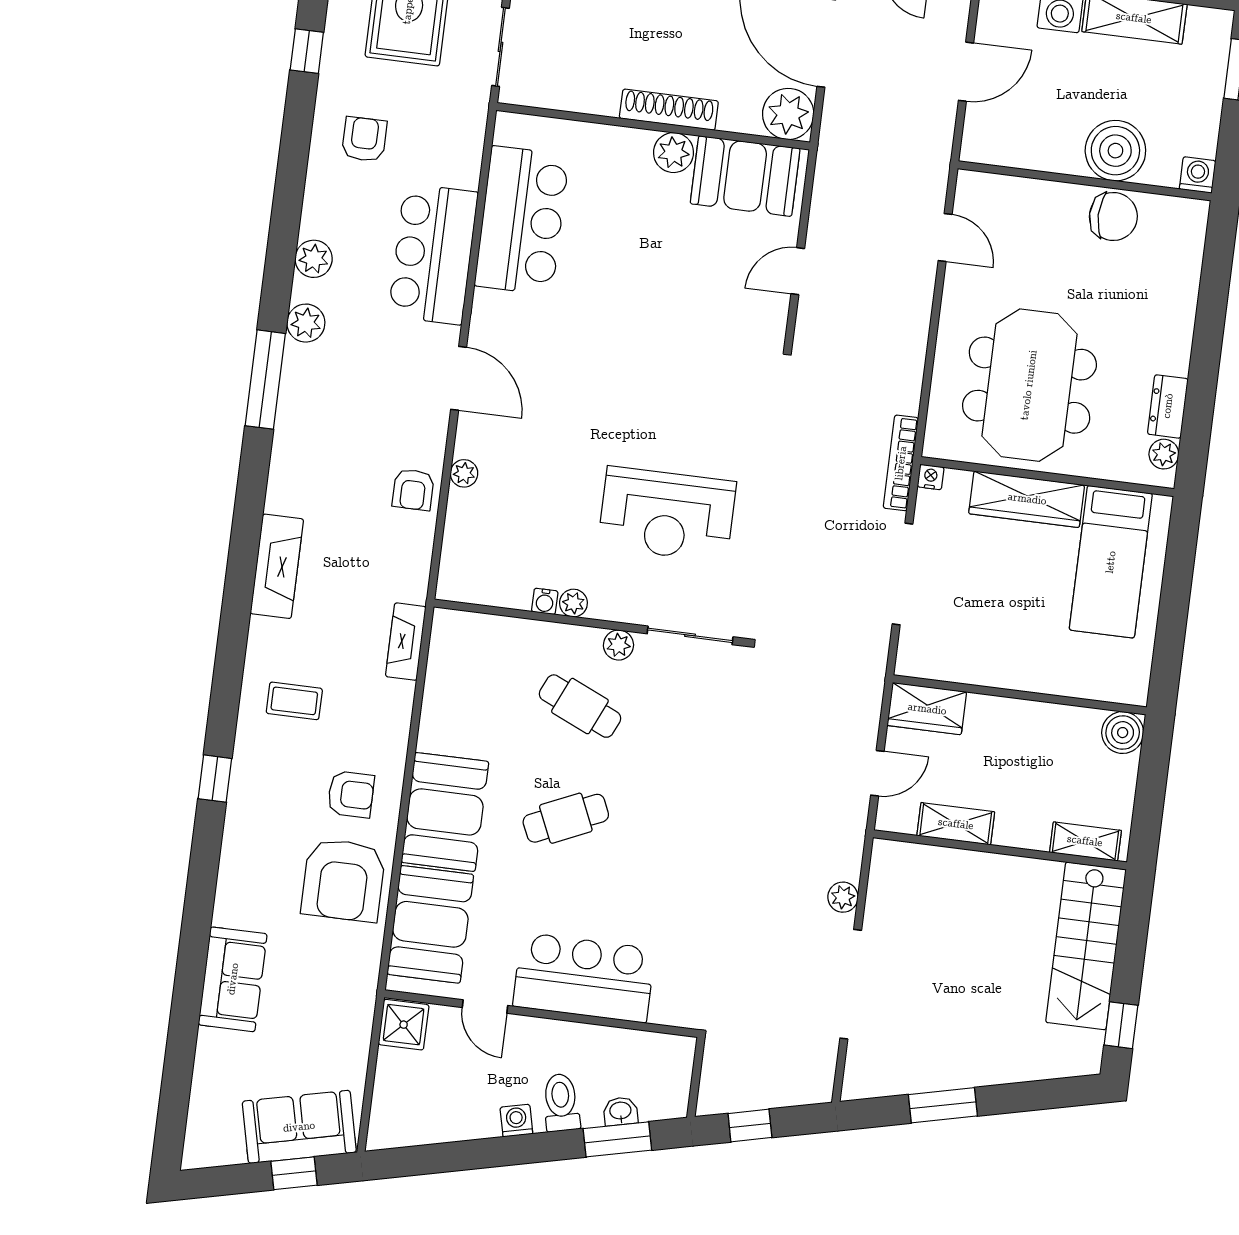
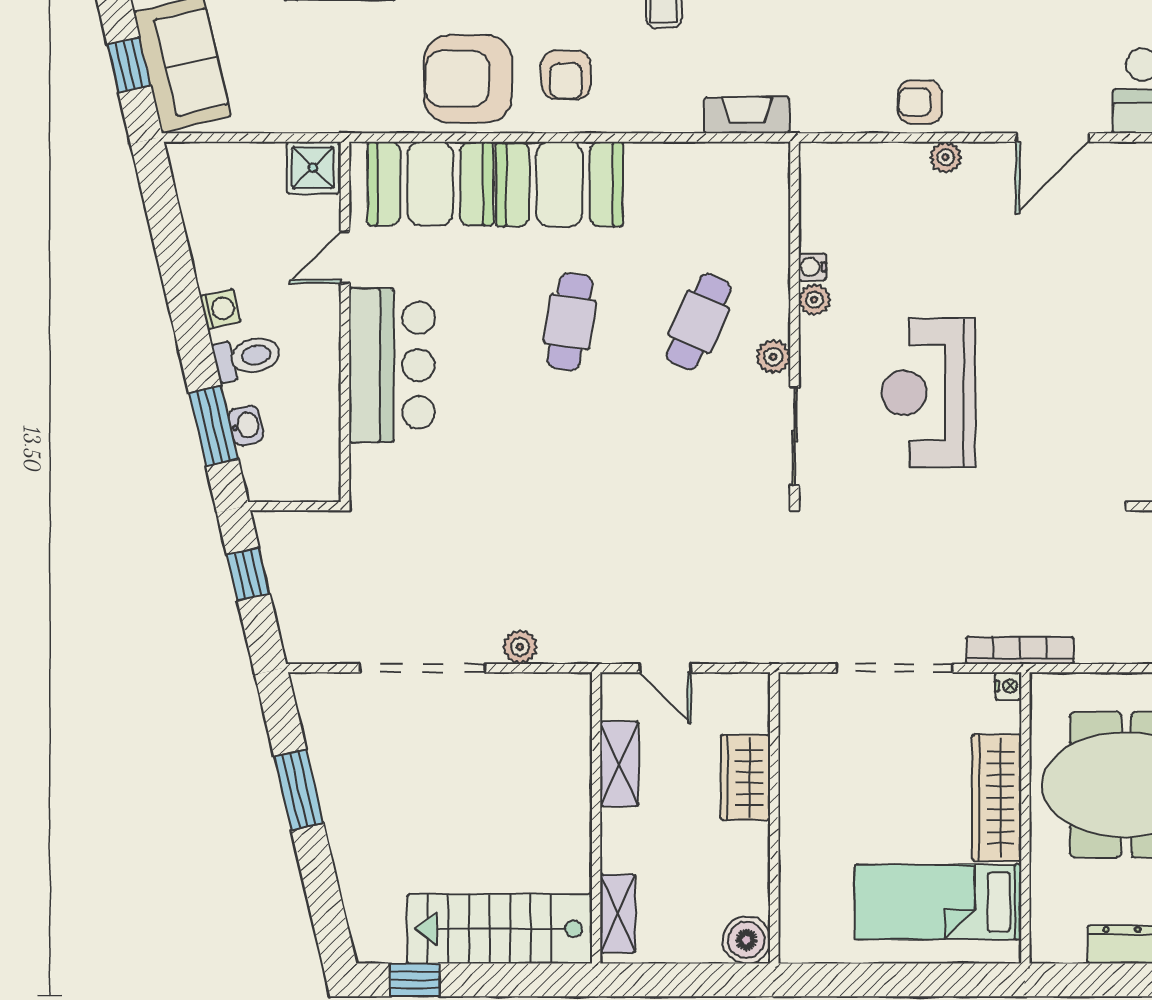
plant: (1164, 454) -> (1067, 947), removed
wardrobe: (927, 709) -> (745, 777), moved
cafe table: (566, 818) -> (570, 322), turned 33

